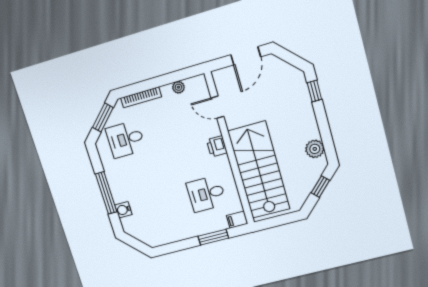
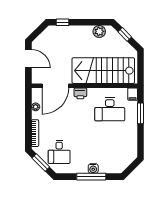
door: (217, 107) -> (55, 86), width x1.87
desk: (206, 194) -> (110, 109), width x1.37
water cooler: (123, 210) -> (93, 169), moved

